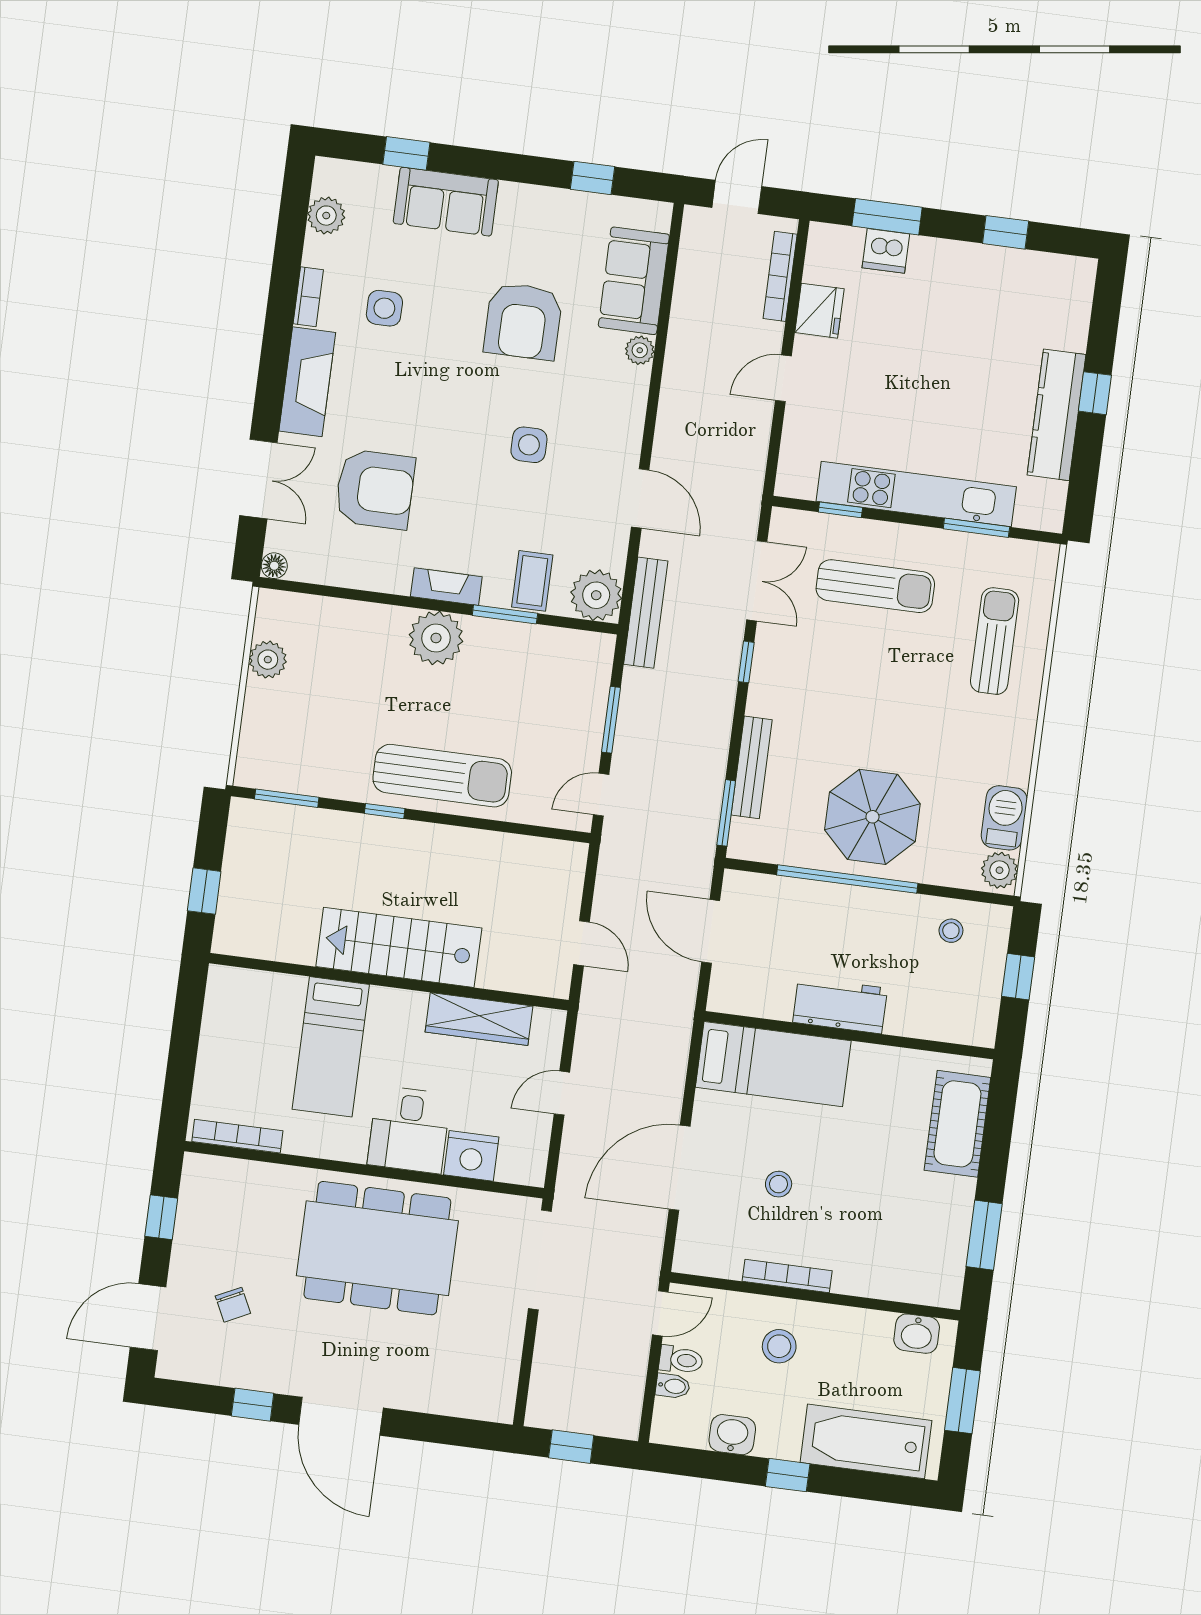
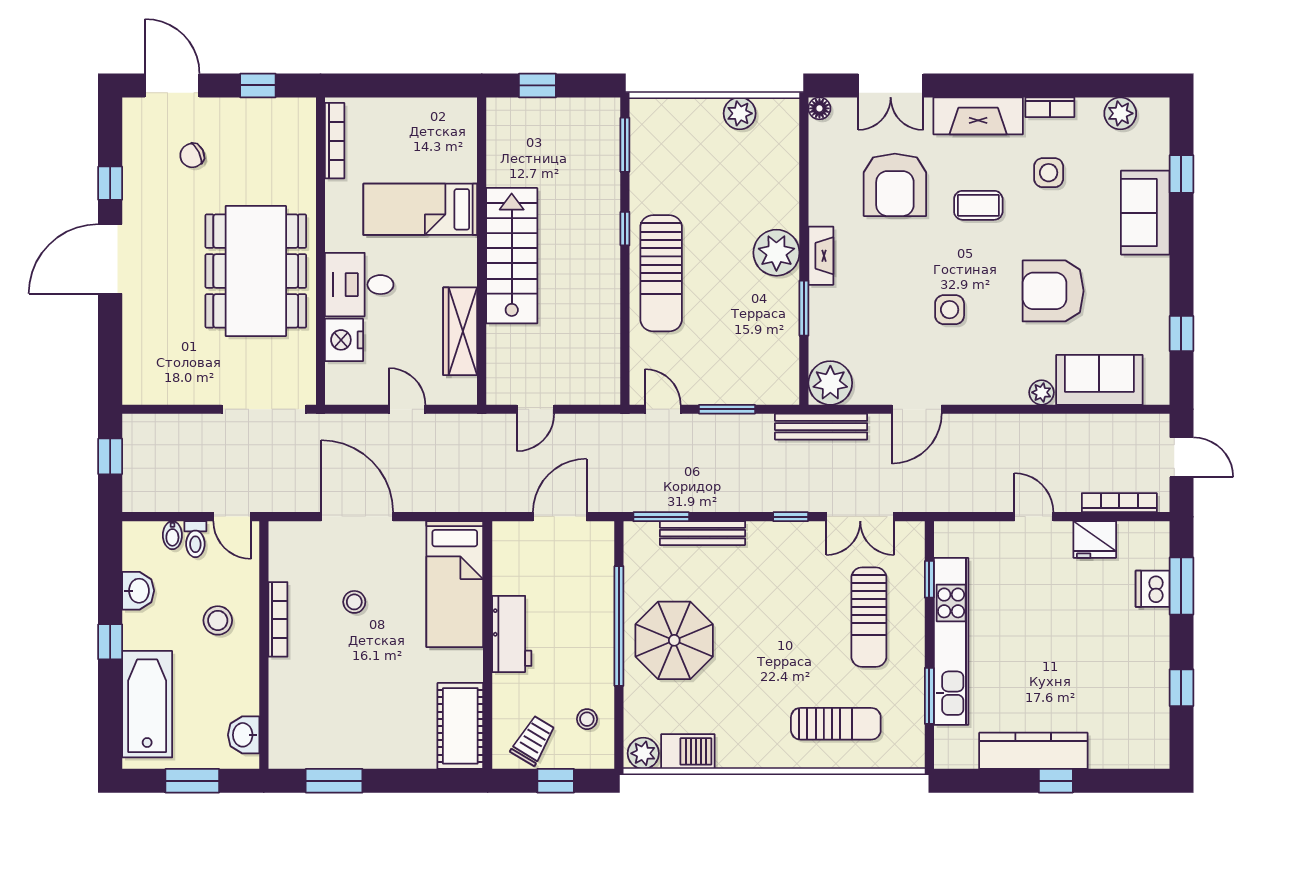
coffee table: (532, 581) -> (978, 205), moved
trolley: (968, 997) -> (533, 741), added
cot: (957, 1124) -> (460, 726), moved, turned 90

